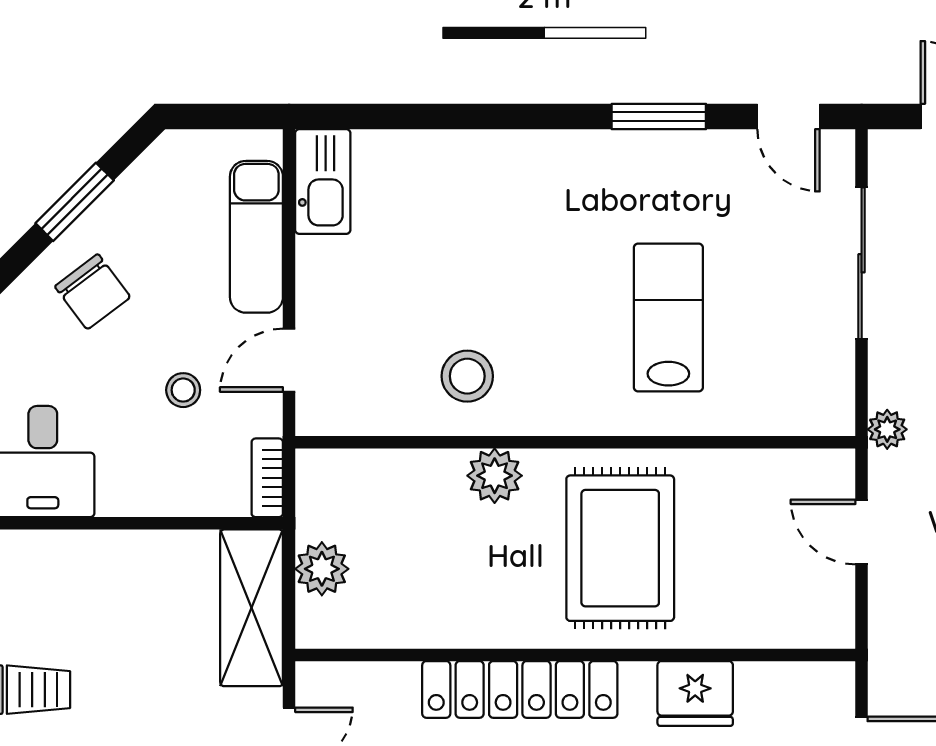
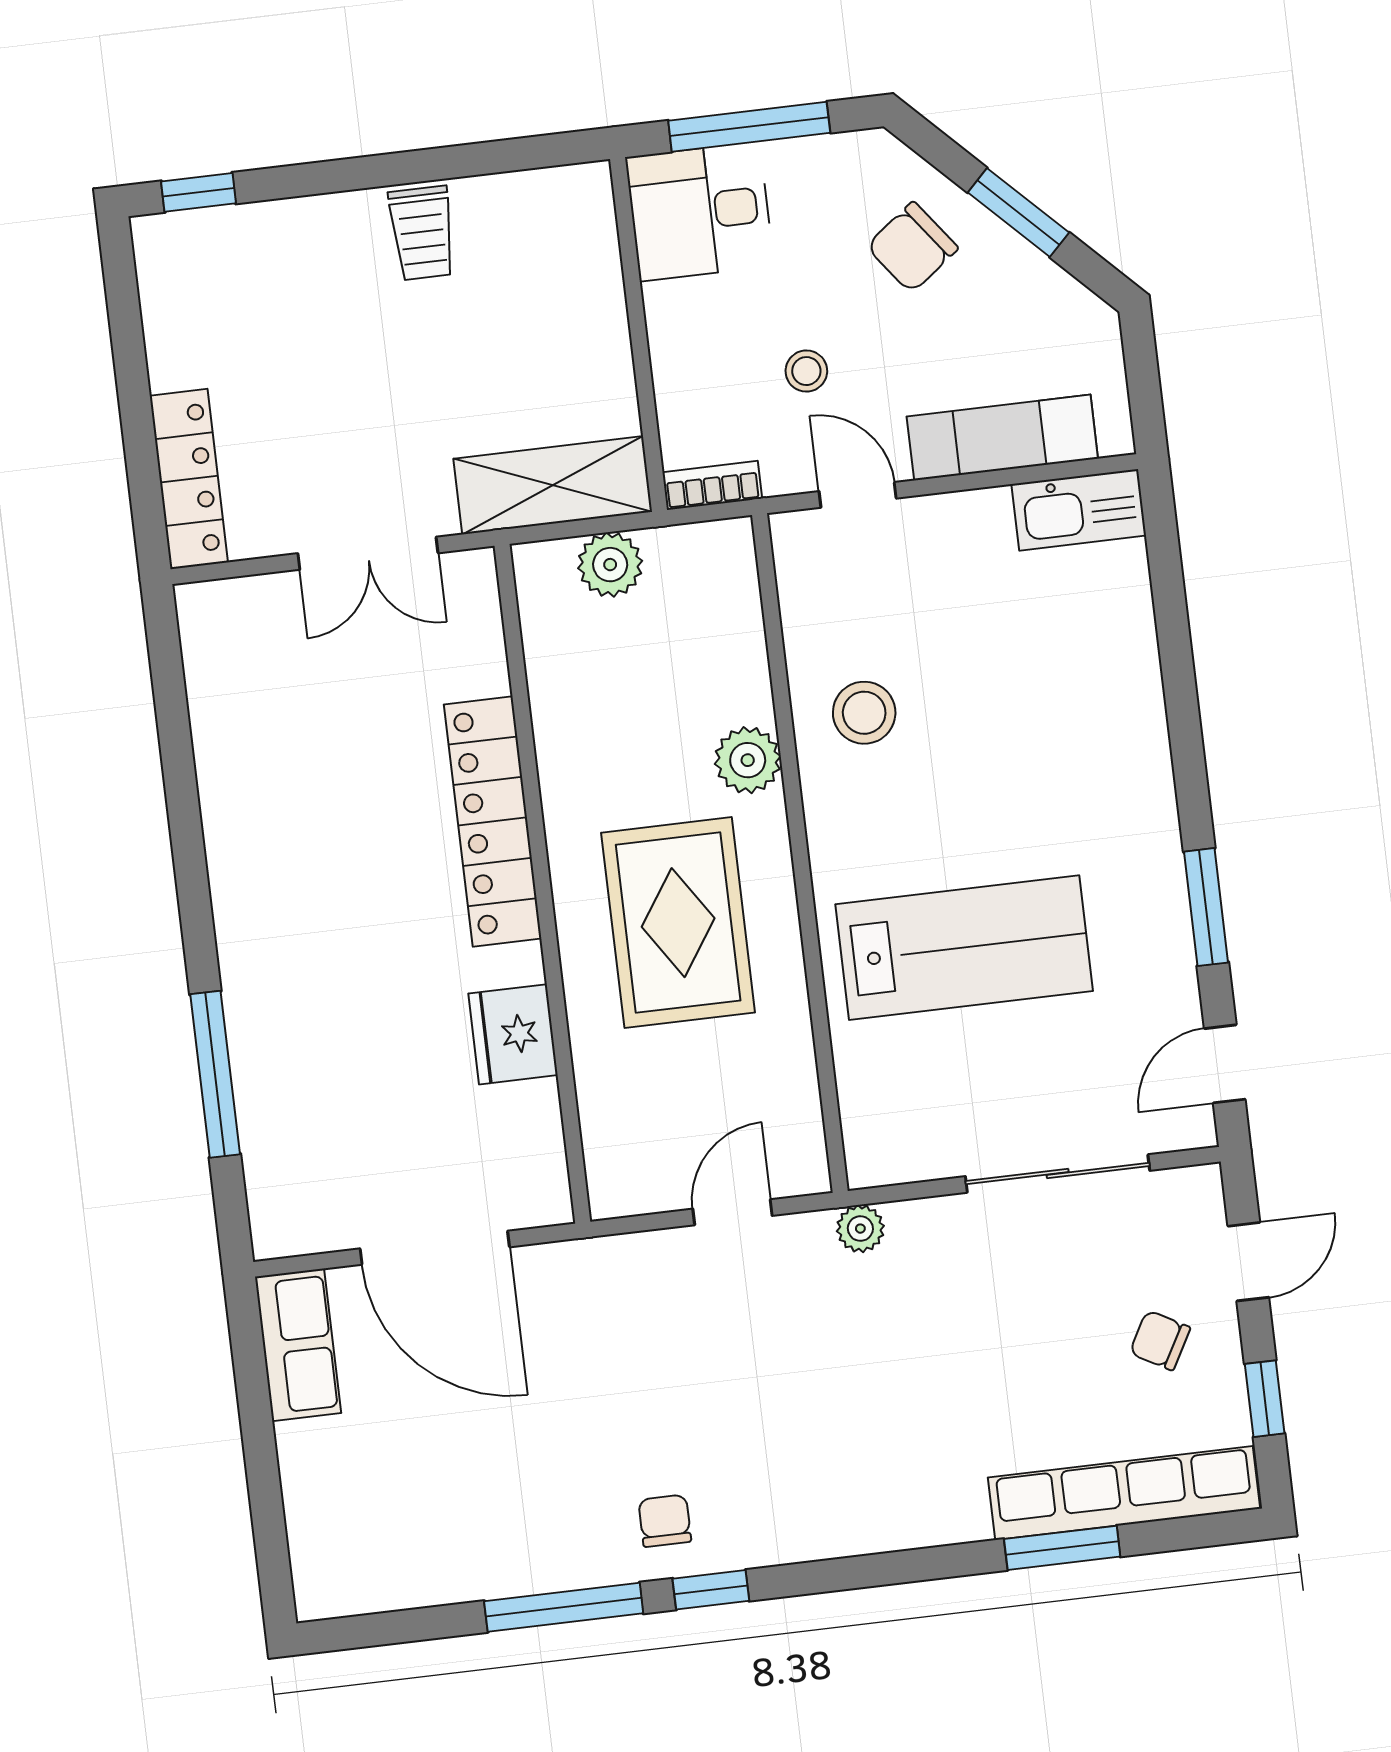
lab bench: (668, 318) -> (964, 948), width x1.36, depth x1.39
rug: (620, 548) -> (678, 923), turned 90

